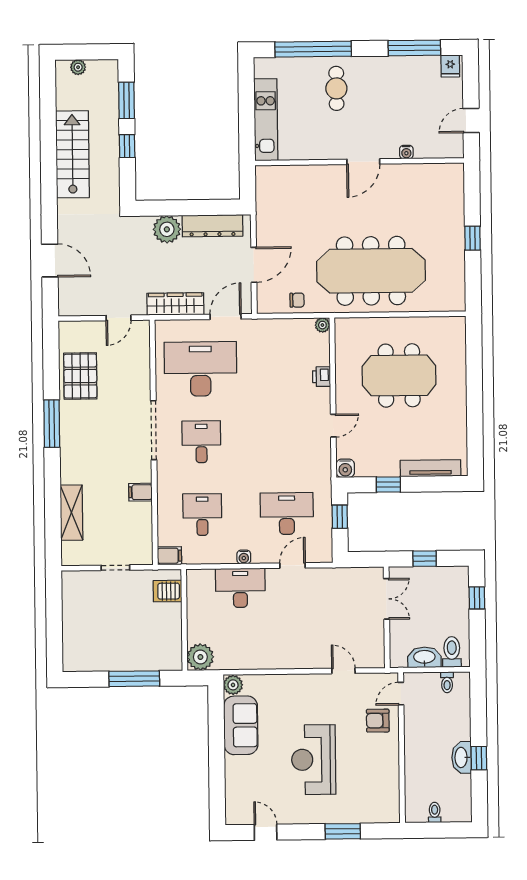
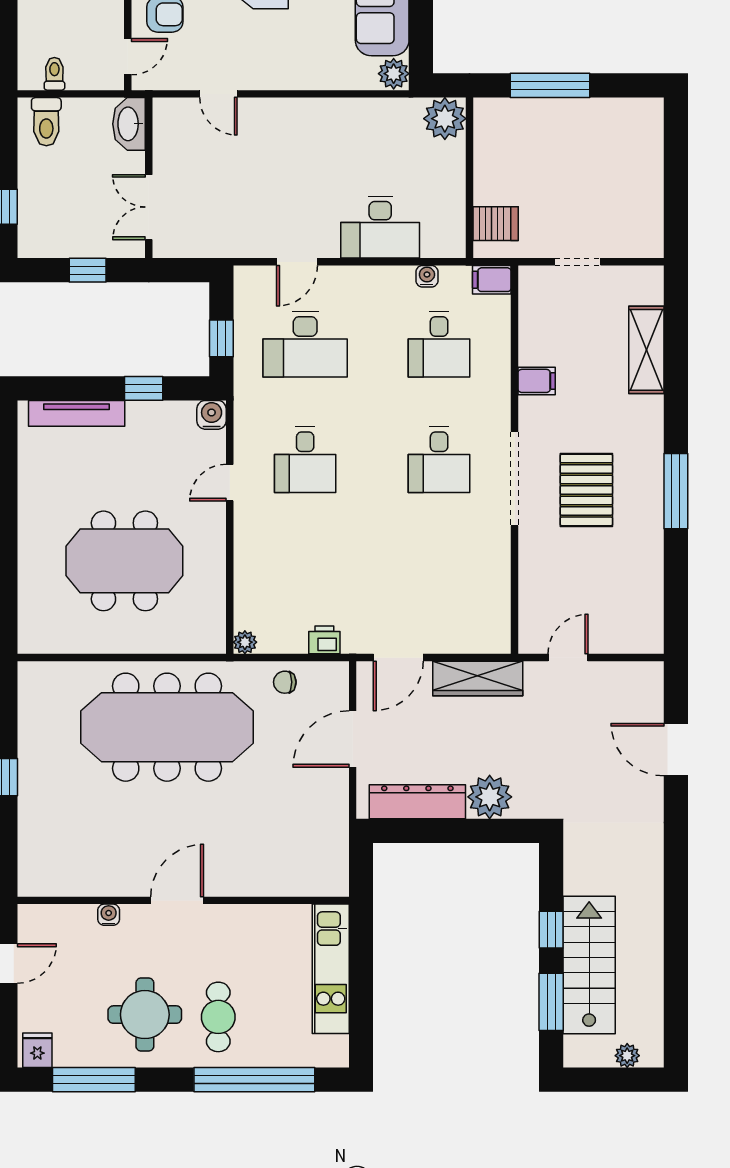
round table: (383, 89) -> (145, 1015), added
stairs: (72, 154) -> (589, 965), moved, turned 180
desk: (200, 369) -> (305, 460), moved, width x0.53, depth x0.77
pallet: (80, 376) -> (586, 490), moved
printer: (322, 377) -> (324, 640), moved, turned -90
water cooler: (244, 557) -> (427, 276), moved
washbasin: (424, 657) -> (129, 124), moved, turned 90

